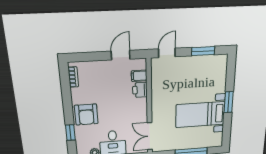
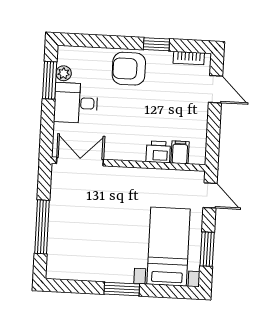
door: (121, 55) -> (216, 89), moved
bed with nightstands: (200, 115) -> (169, 247), moved
window: (70, 133) -> (156, 44), moved

